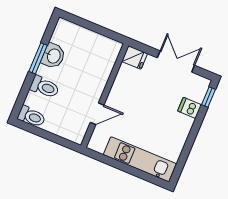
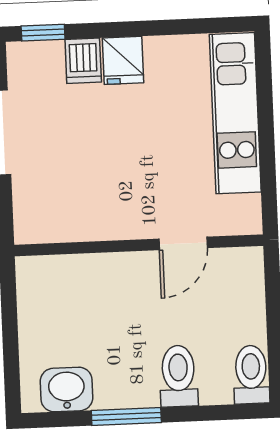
washbasin: (53, 56) -> (66, 389), moved
fridge: (135, 57) -> (123, 60), moved, turned 180
door: (97, 114) -> (183, 243), swing flipped

